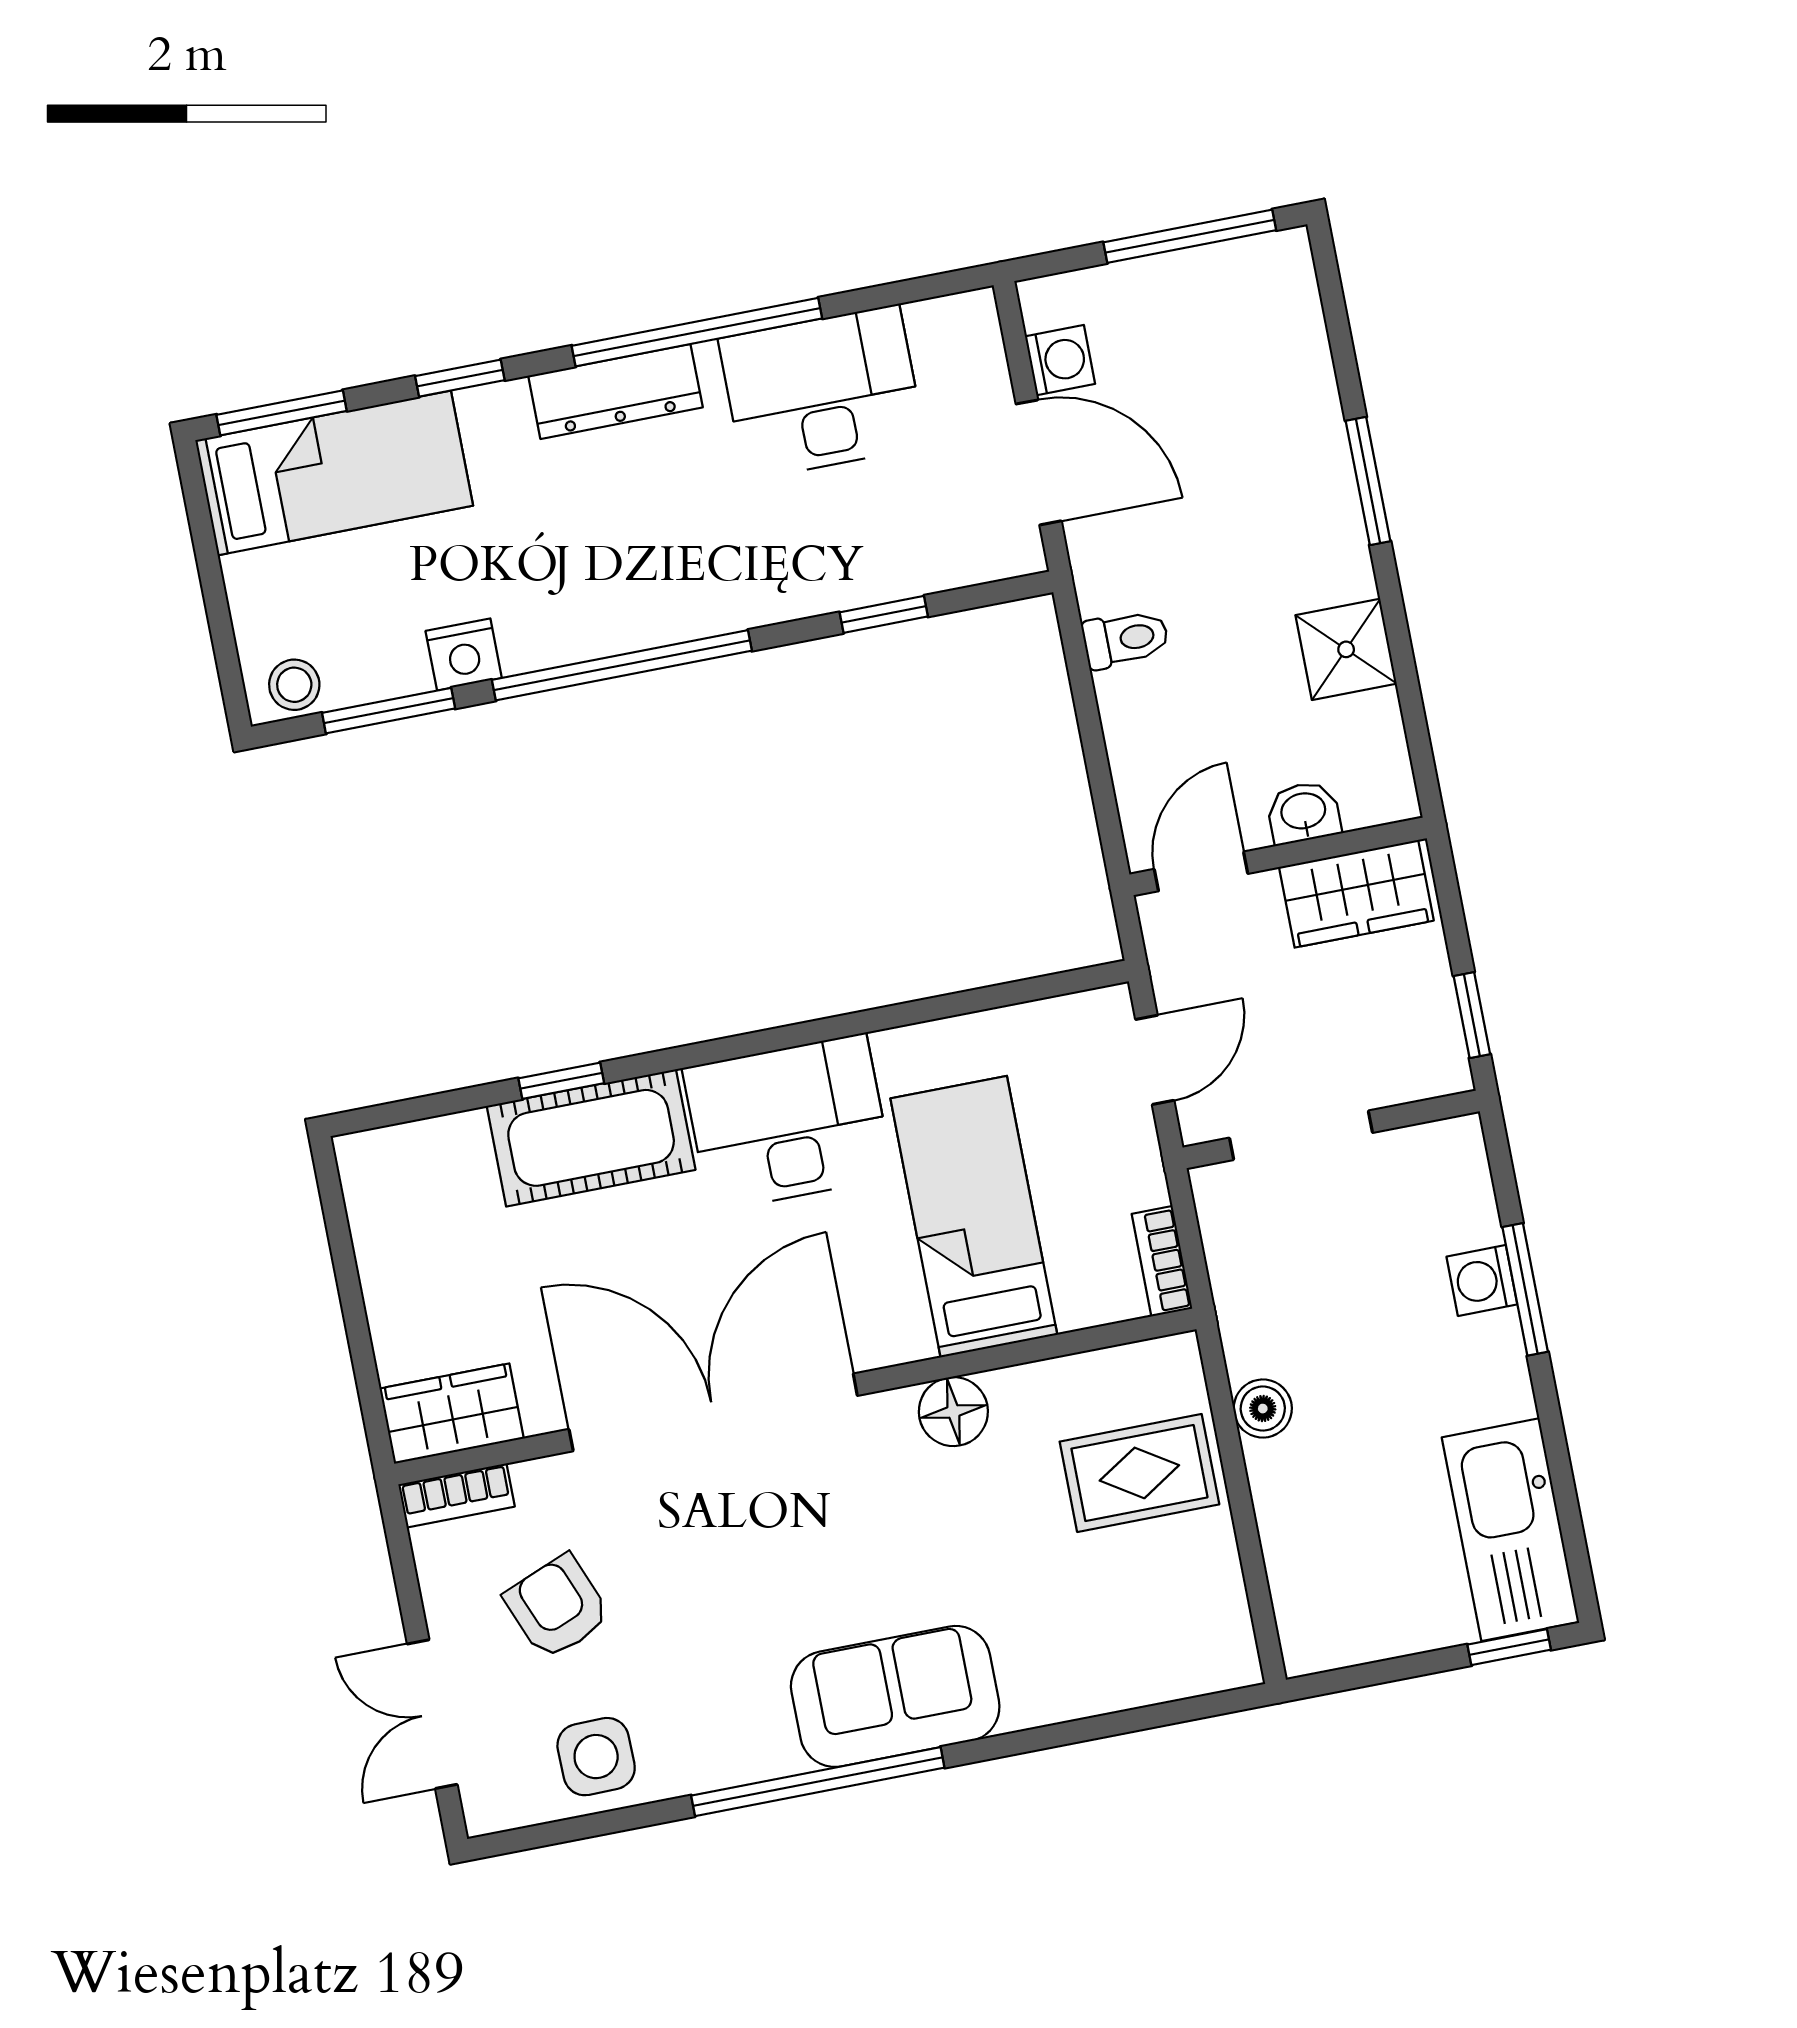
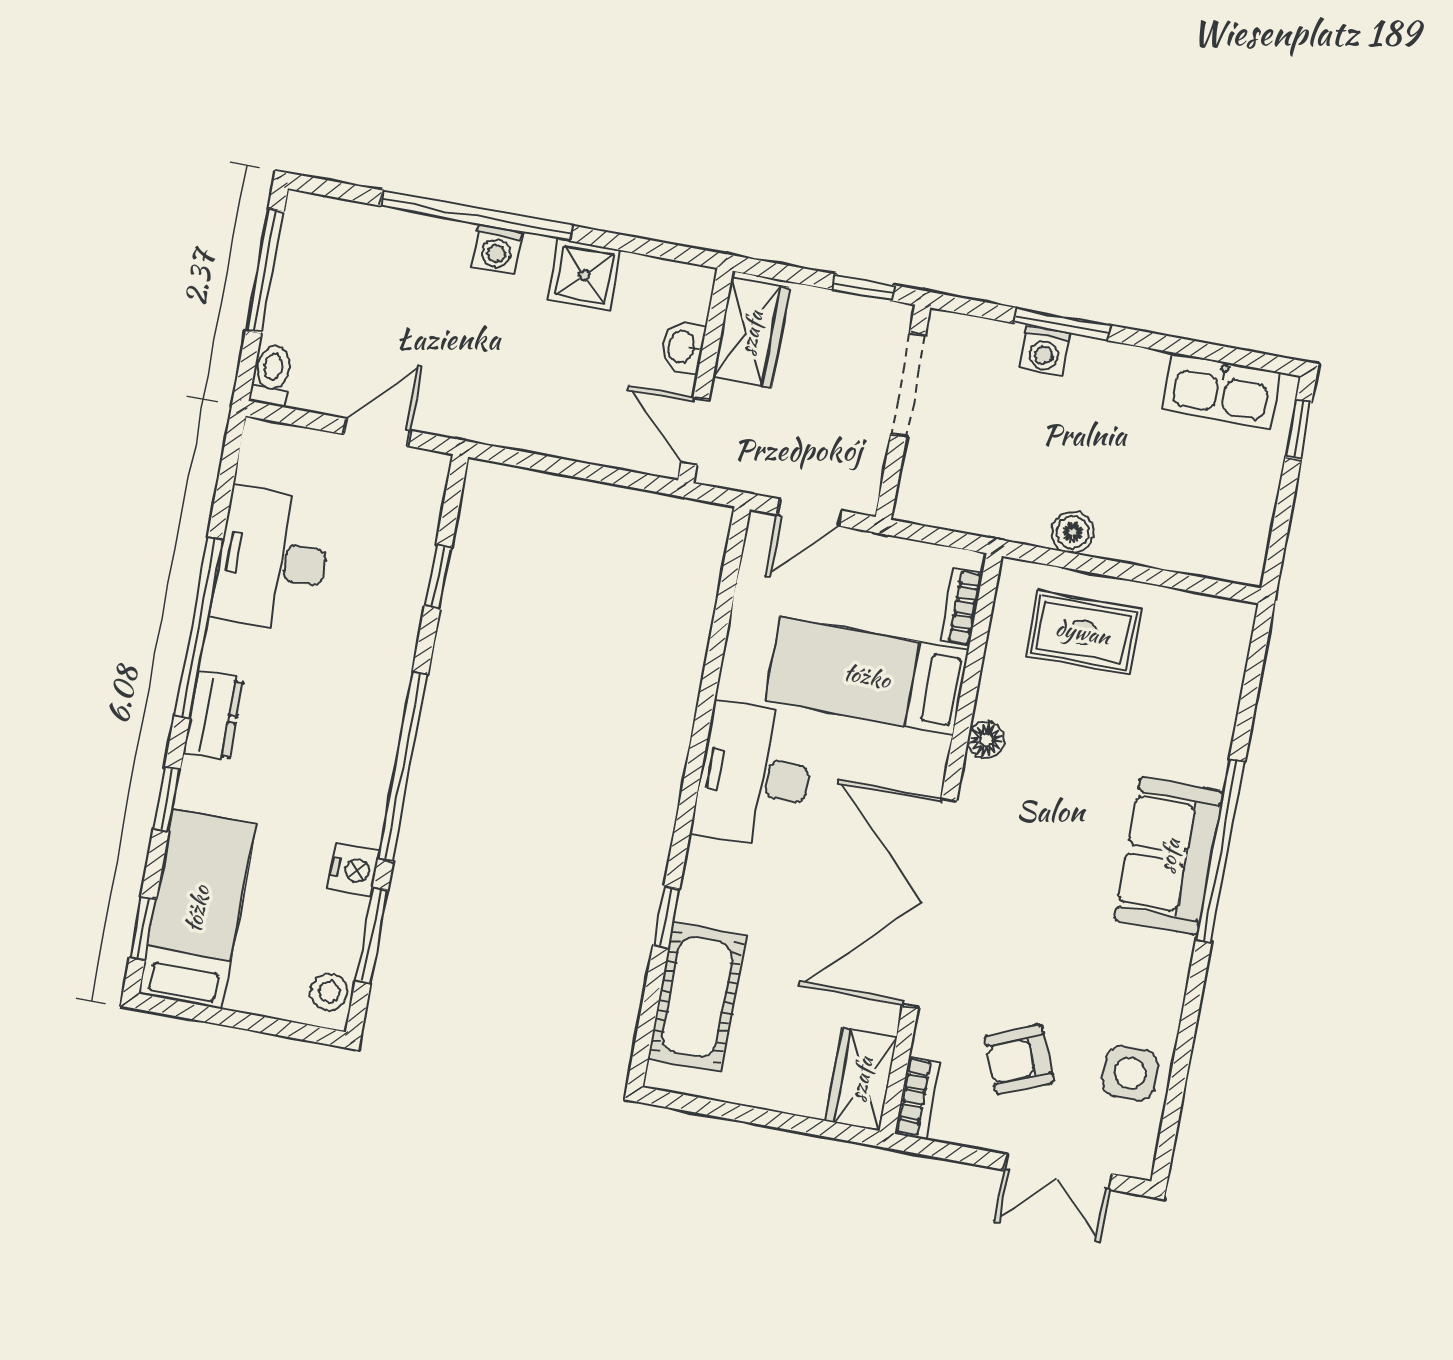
washing machine: (1060, 360) -> (497, 249), moved, turned 180
dresser: (615, 392) -> (214, 716), width x0.70
window: (282, 413) -> (143, 928), width x0.67
door: (1039, 462) -> (377, 432), width x0.73
window: (1368, 481) -> (477, 216), width x2.11
toilet: (1126, 639) -> (272, 375), moved
door: (1155, 1060) -> (810, 513), swing flipped
doorway: (1301, 1135) -> (908, 385), moved
cot: (591, 1138) -> (697, 997), moved
bookcase: (1162, 1261) -> (961, 607), moved, turned 90
floor lamp: (953, 1412) -> (986, 740), width x0.73, depth x0.73
rug: (1139, 1473) -> (1083, 632), turned 90
kitchen sink: (1510, 1530) -> (1221, 391), width x0.73, depth x0.81
window: (818, 1782) -> (1220, 851), moved

